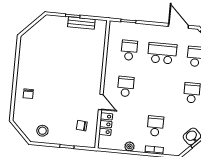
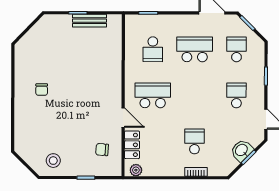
school desk: (129, 50) -> (153, 49), turned 180
school desk: (126, 87) -> (153, 95), width x1.85
chair: (28, 94) -> (42, 90), moved
plant: (130, 146) -> (136, 170), moved

